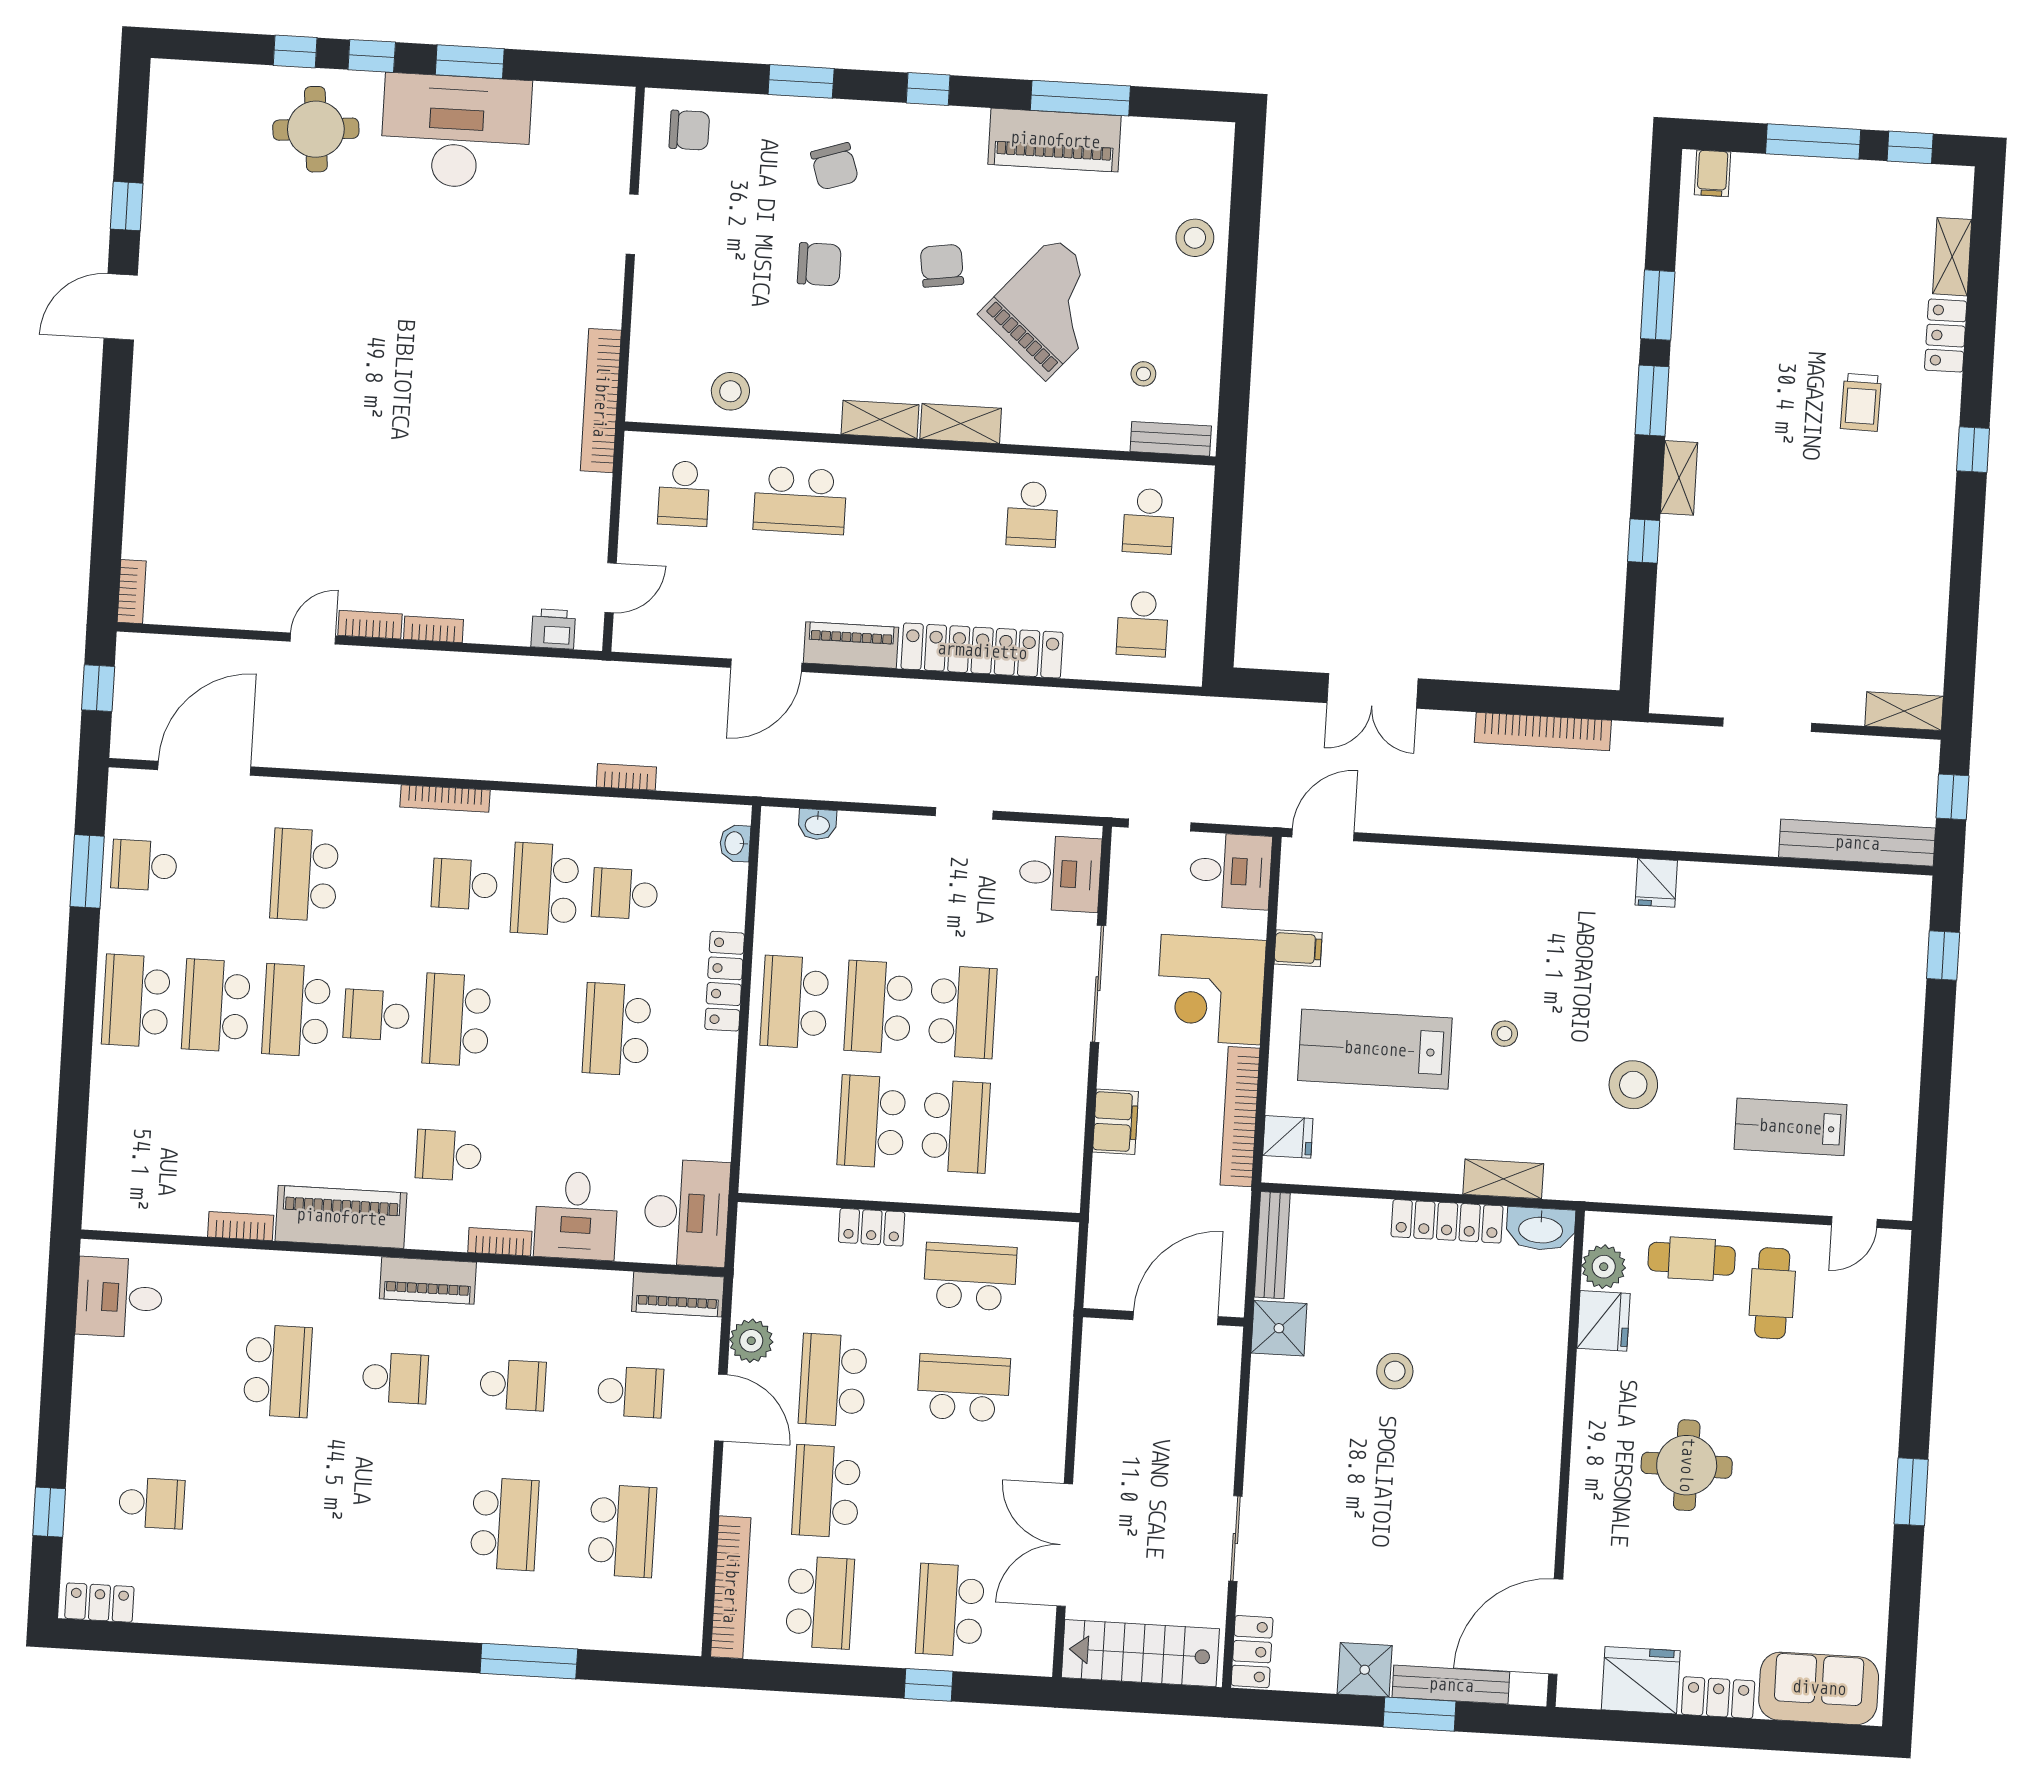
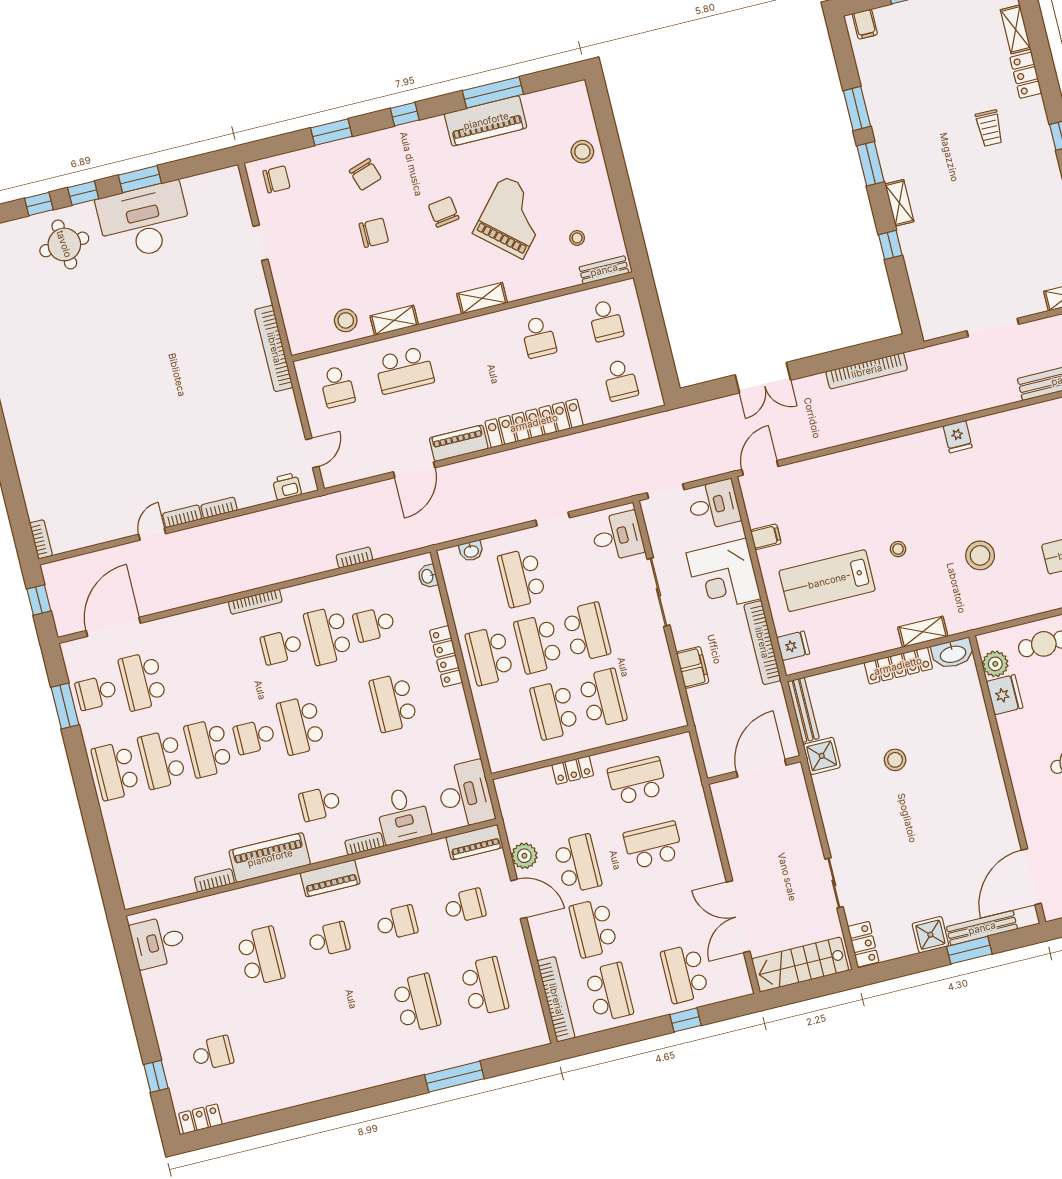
shelving: (880, 420) -> (394, 320), moved
school desk: (304, 875) -> (143, 681), moved
school desk: (885, 893) -> (522, 578), added
school desk: (833, 1380) -> (578, 864), turned 180

